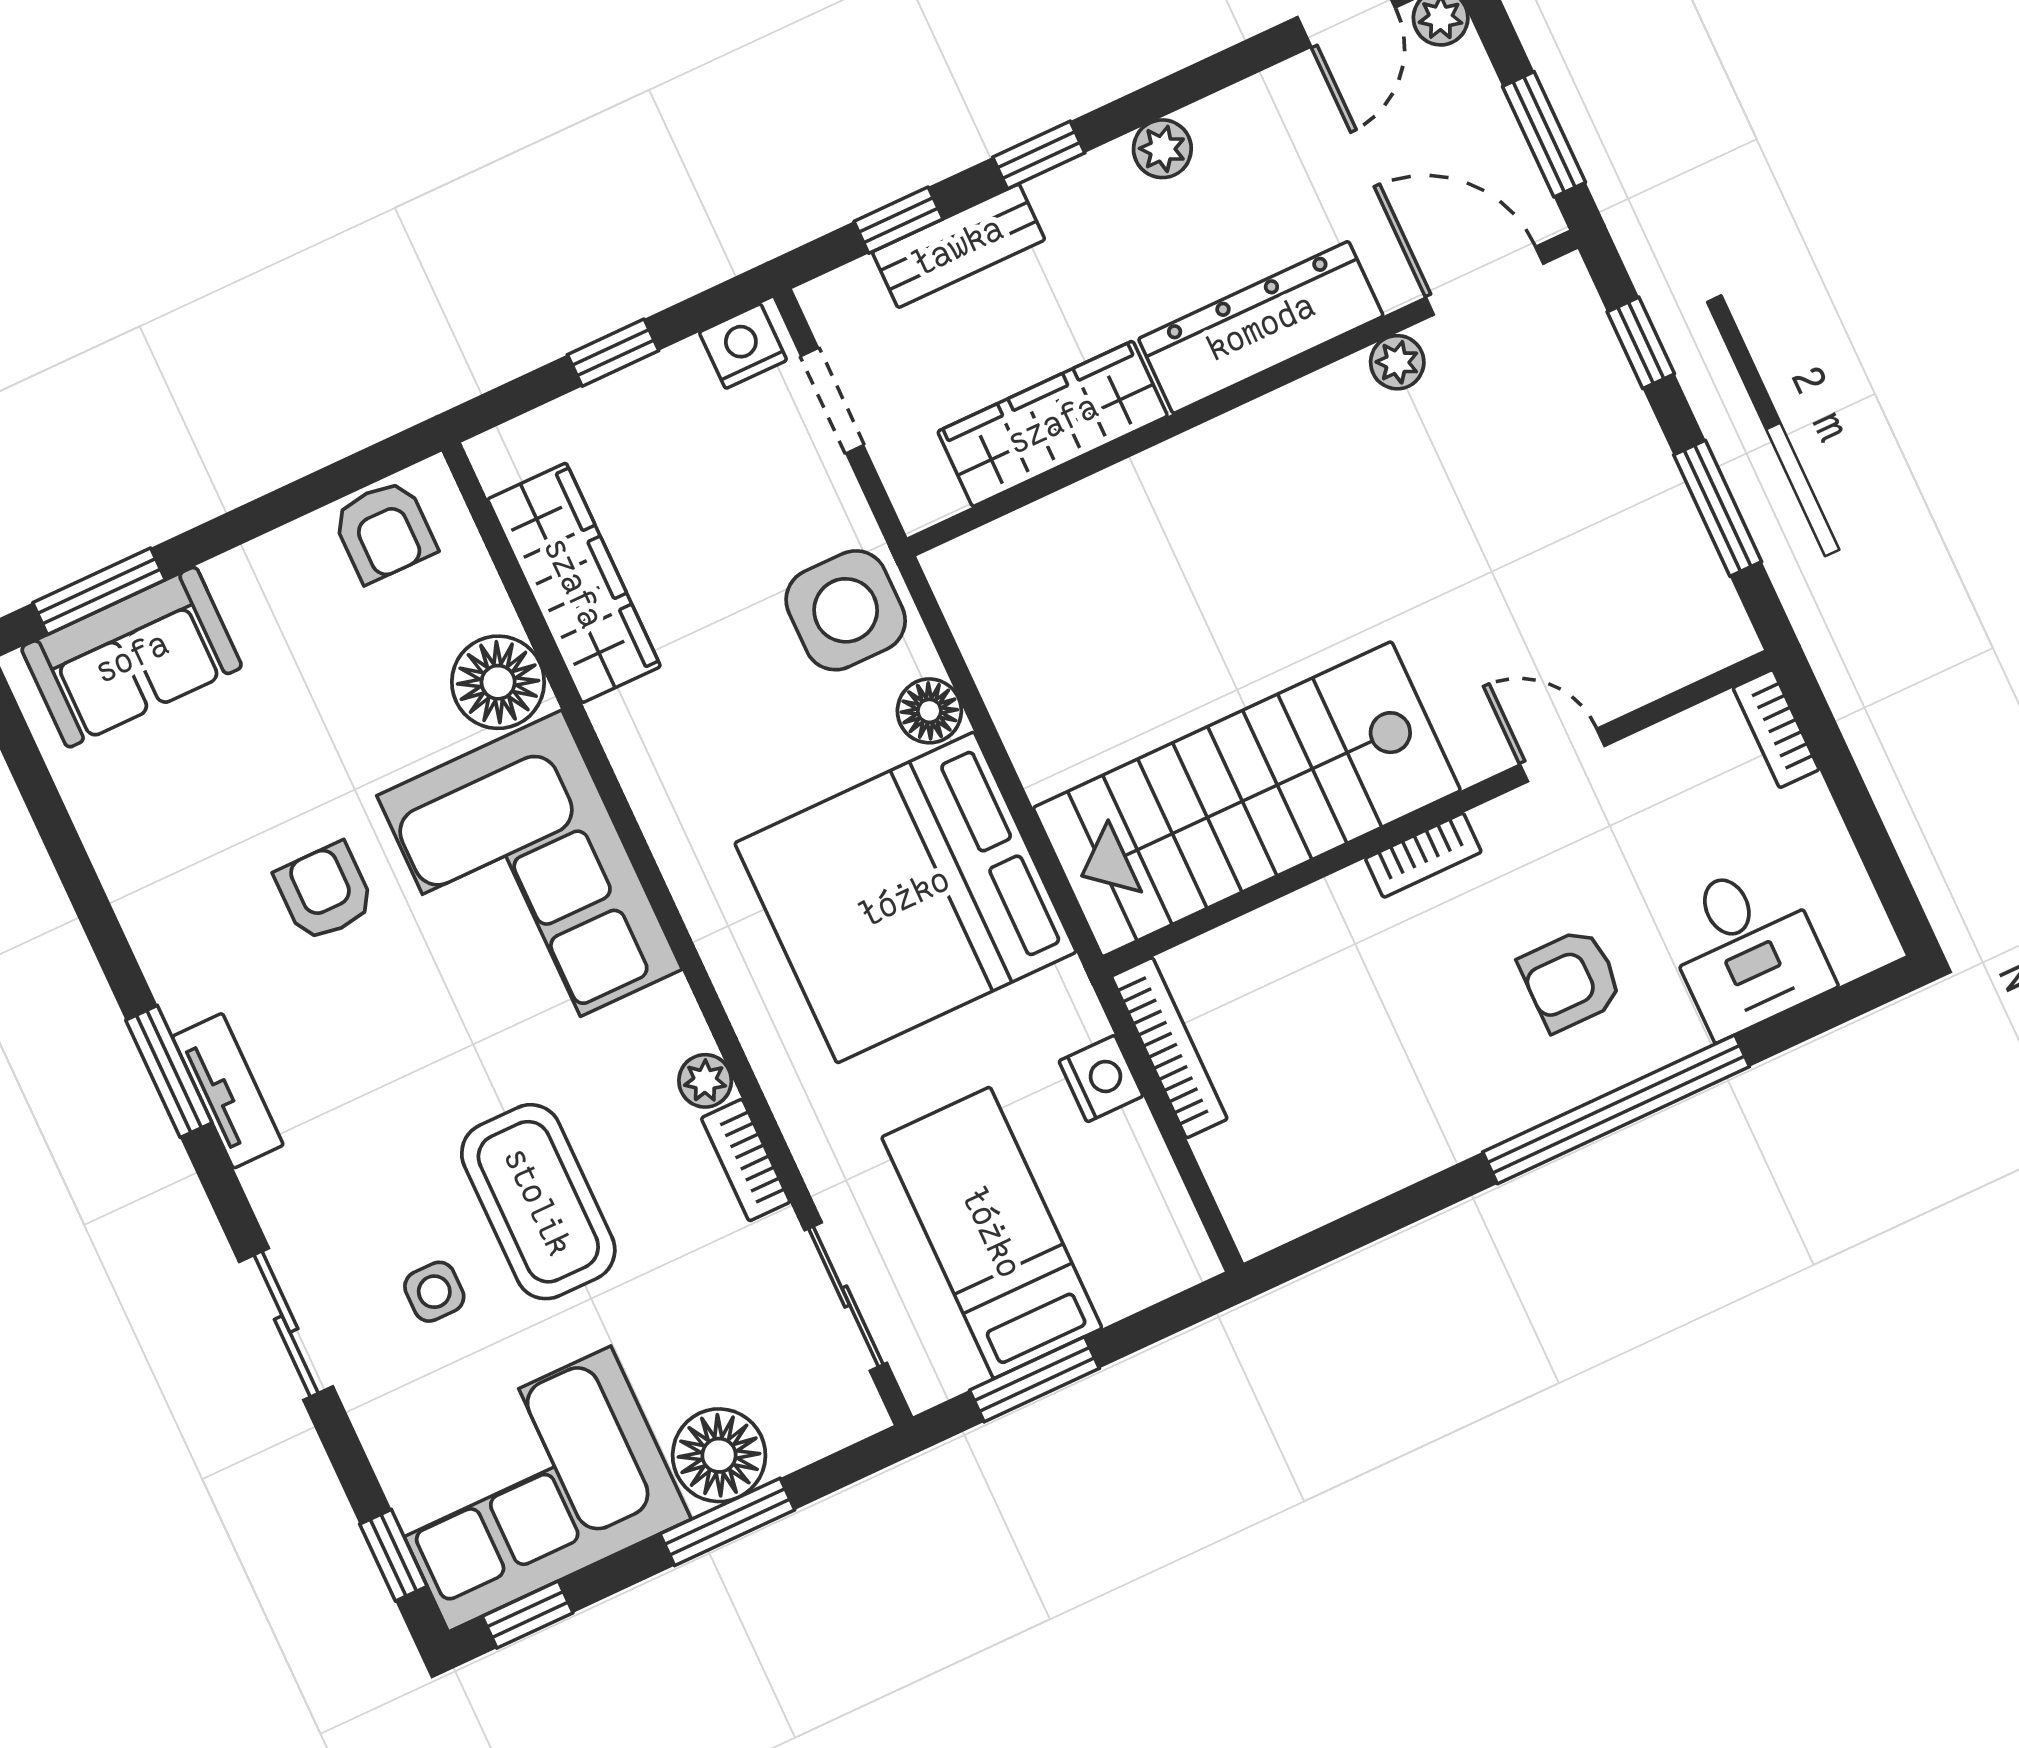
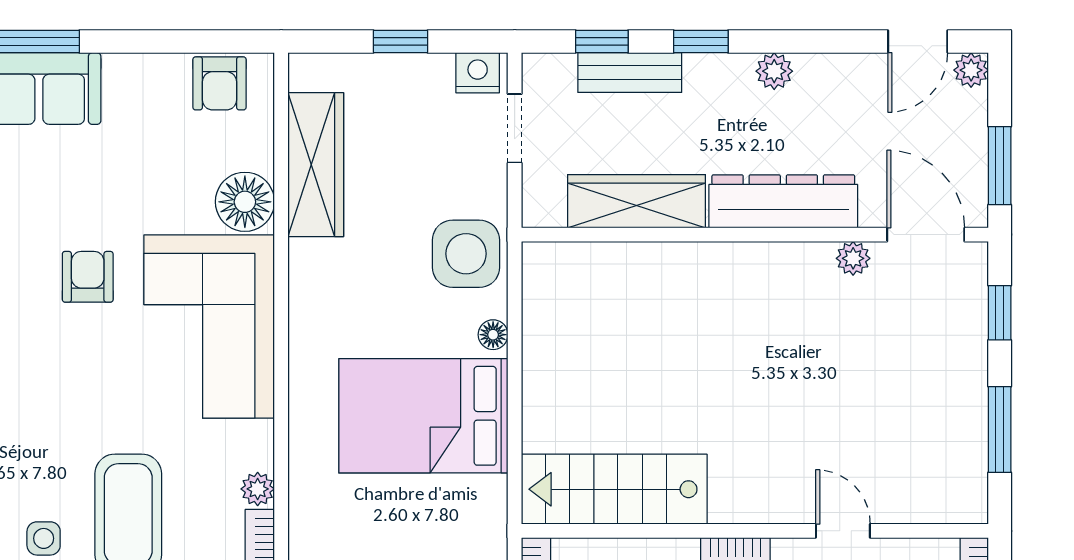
floor lamp: (929, 711) -> (493, 335), width x0.73, depth x0.73
stairs: (1247, 799) -> (614, 489), width x0.73, depth x0.66
bed: (905, 897) -> (423, 416), width x0.73

